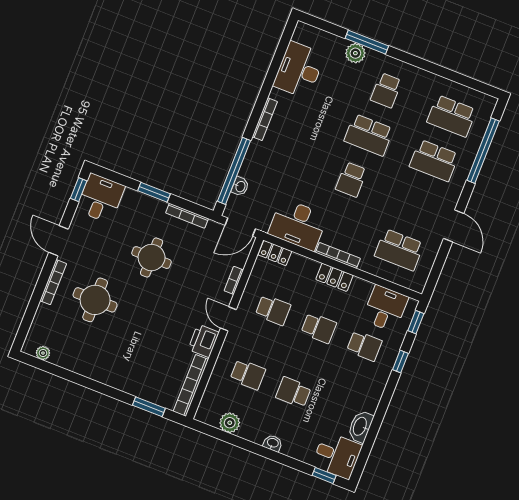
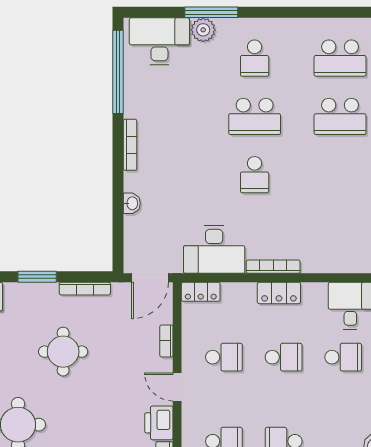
desk: (299, 70) -> (159, 41), moved, turned 90
window: (234, 171) -> (118, 72), moved
washbasin: (240, 186) -> (132, 203), moved
school desk: (399, 250) -> (340, 233), removed

